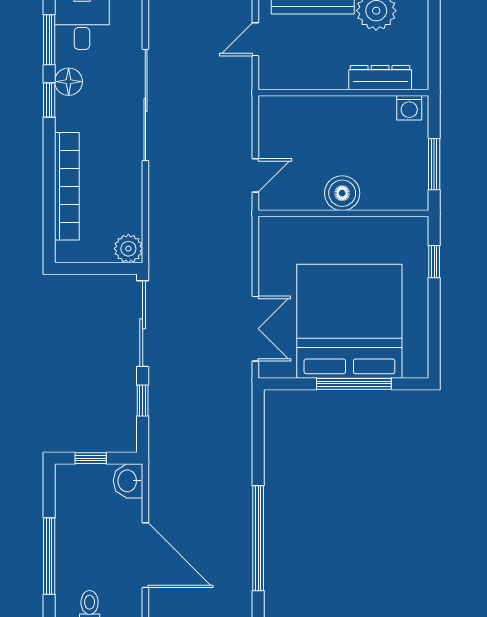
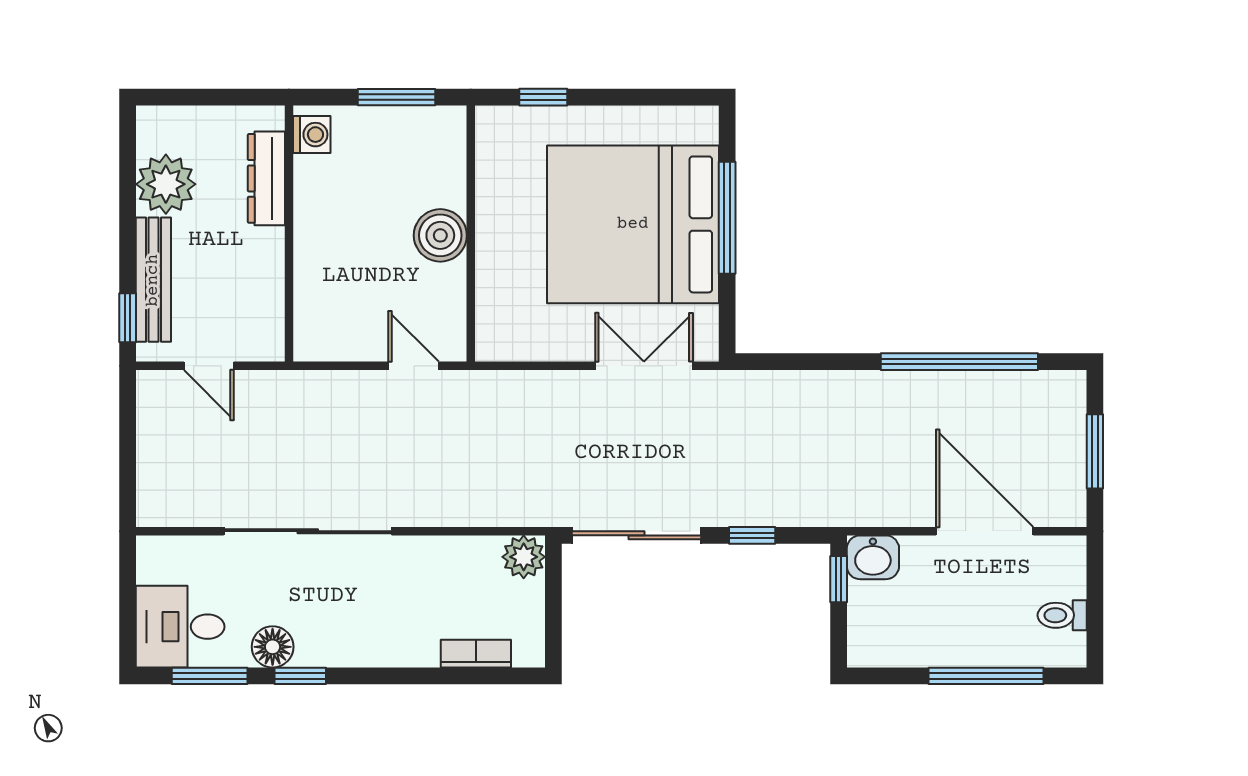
bookcase: (67, 186) -> (476, 654), width x0.43, depth x0.76
window: (91, 458) -> (839, 579), moved
door: (145, 555) -> (985, 531), hinge flipped

